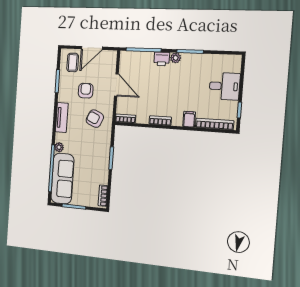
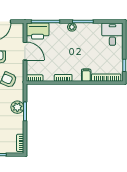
printer: (162, 59) -> (38, 31), moved, width x1.87, depth x1.48
desk: (225, 86) -> (112, 34), moved, turned -90
plant: (103, 152) -> (17, 107), added

